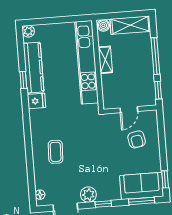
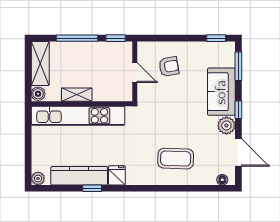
coffee table: (56, 152) -> (176, 159), width x1.36, depth x1.30
sofa: (142, 186) -> (221, 92), moved

